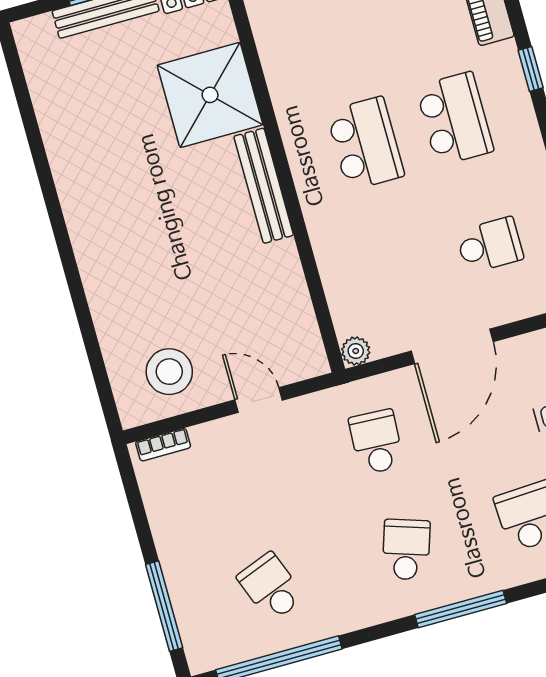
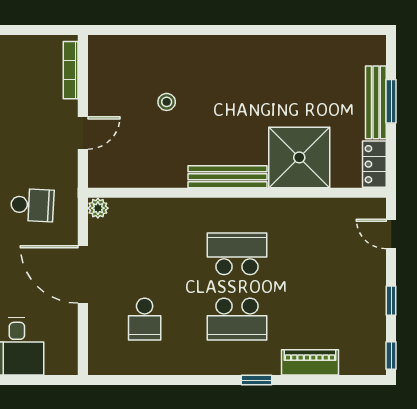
school desk: (365, 144) -> (237, 254), turned 180
stool: (169, 372) -> (167, 102), moved, width x0.53, depth x0.53
bookcase: (163, 445) -> (71, 70), width x1.56

